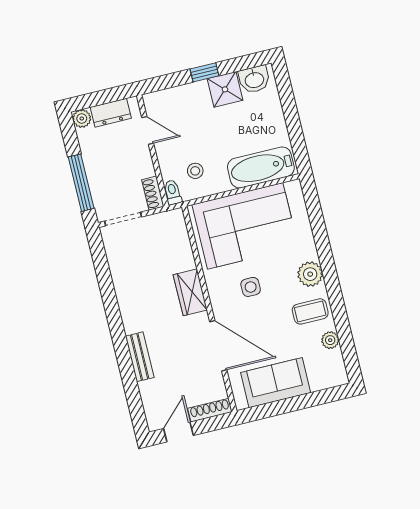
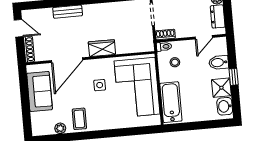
bidet: (185, 100) -> (219, 62), added
plant: (310, 274) -> (102, 122), removed

